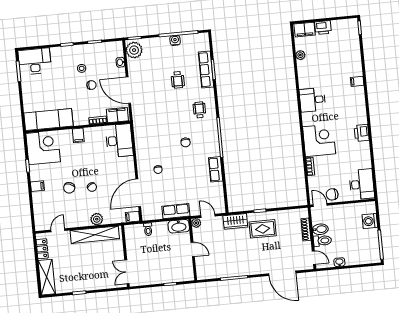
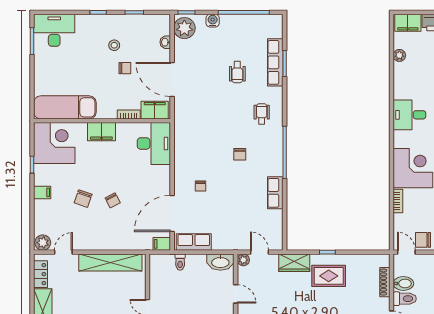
water cooler: (175, 40) -> (213, 21), moved
filing cabinet: (78, 135) -> (101, 132), width x2.00
row of seats: (176, 211) -> (194, 242), moved
plant: (97, 219) -> (43, 243), moved

